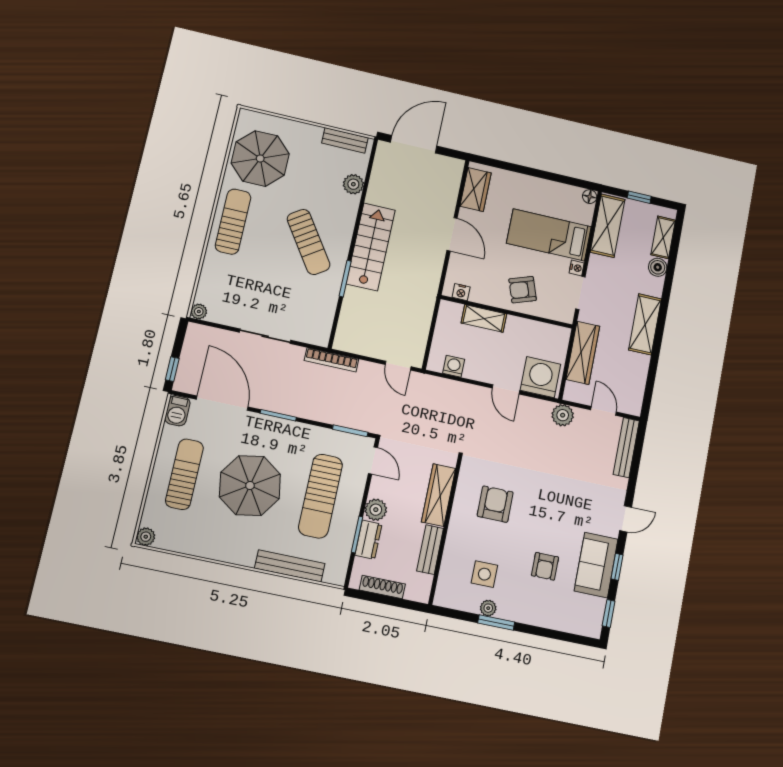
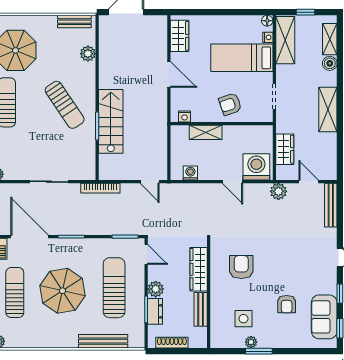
stairs: (371, 247) -> (111, 121), moved
nightstand: (577, 268) -> (268, 37), moved
wardrobe: (583, 353) -> (285, 149), width x0.67
sun lounger: (321, 496) -> (114, 288), turned 180
sofa: (596, 565) -> (324, 317), moved

